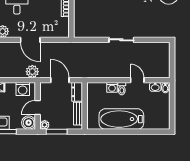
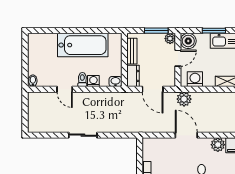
washbasin: (155, 87) -> (115, 82), moved

